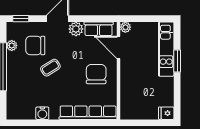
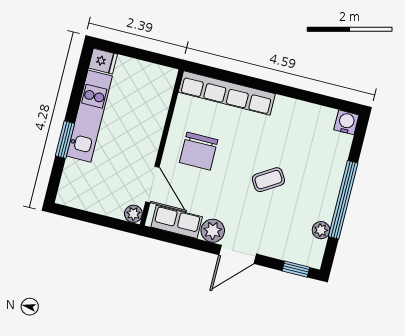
chair: (35, 46) -> (284, 221), removed
kitchen unit: (166, 49) -> (89, 116), moved
water cooler: (42, 113) -> (346, 122), moved

